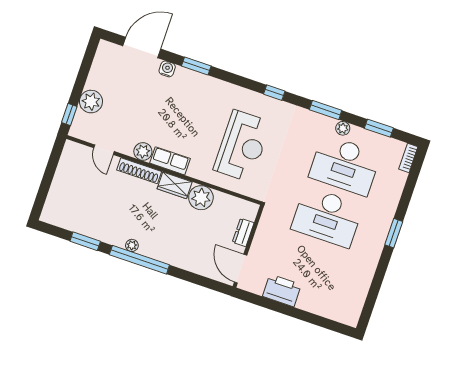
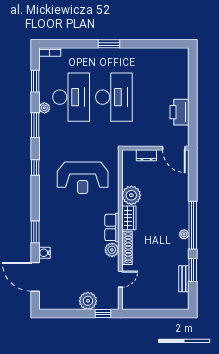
reception desk: (242, 146) -> (83, 178), turned 180
bench: (78, 227) -> (184, 279), added
door: (241, 269) -> (174, 148), hinge flipped

